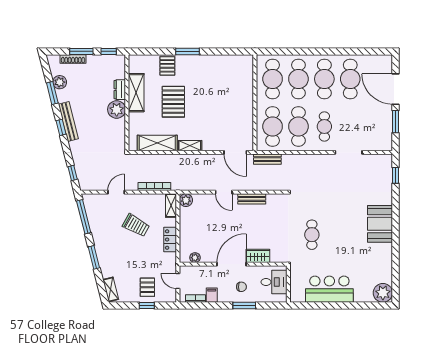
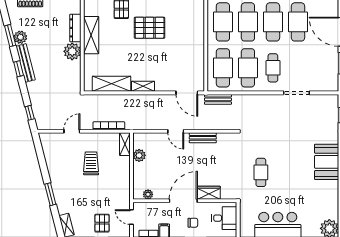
plant: (60, 82) -> (20, 37), moved
dresser: (120, 90) -> (75, 28), width x1.44
pallet: (173, 102) -> (150, 28), moved, turned 90
plant: (186, 200) -> (139, 155), moved
window: (84, 217) -> (40, 155), removed
trolley: (136, 225) -> (91, 163), turned -119
locker: (170, 240) -> (124, 177), removed

